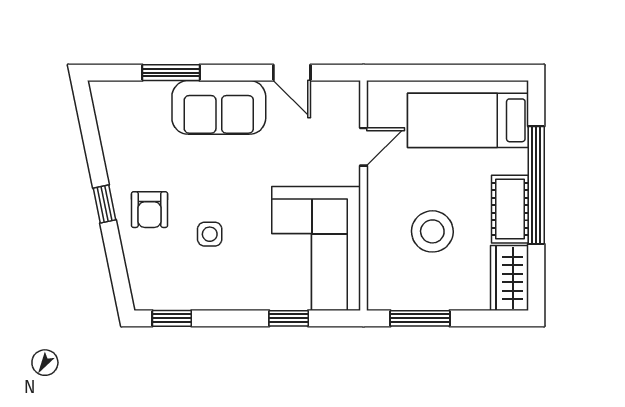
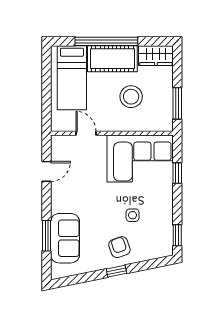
sofa: (219, 107) -> (65, 238), moved
cot: (510, 209) -> (112, 59), width x1.37, depth x1.34
armchair: (150, 210) -> (119, 247), turned -109

